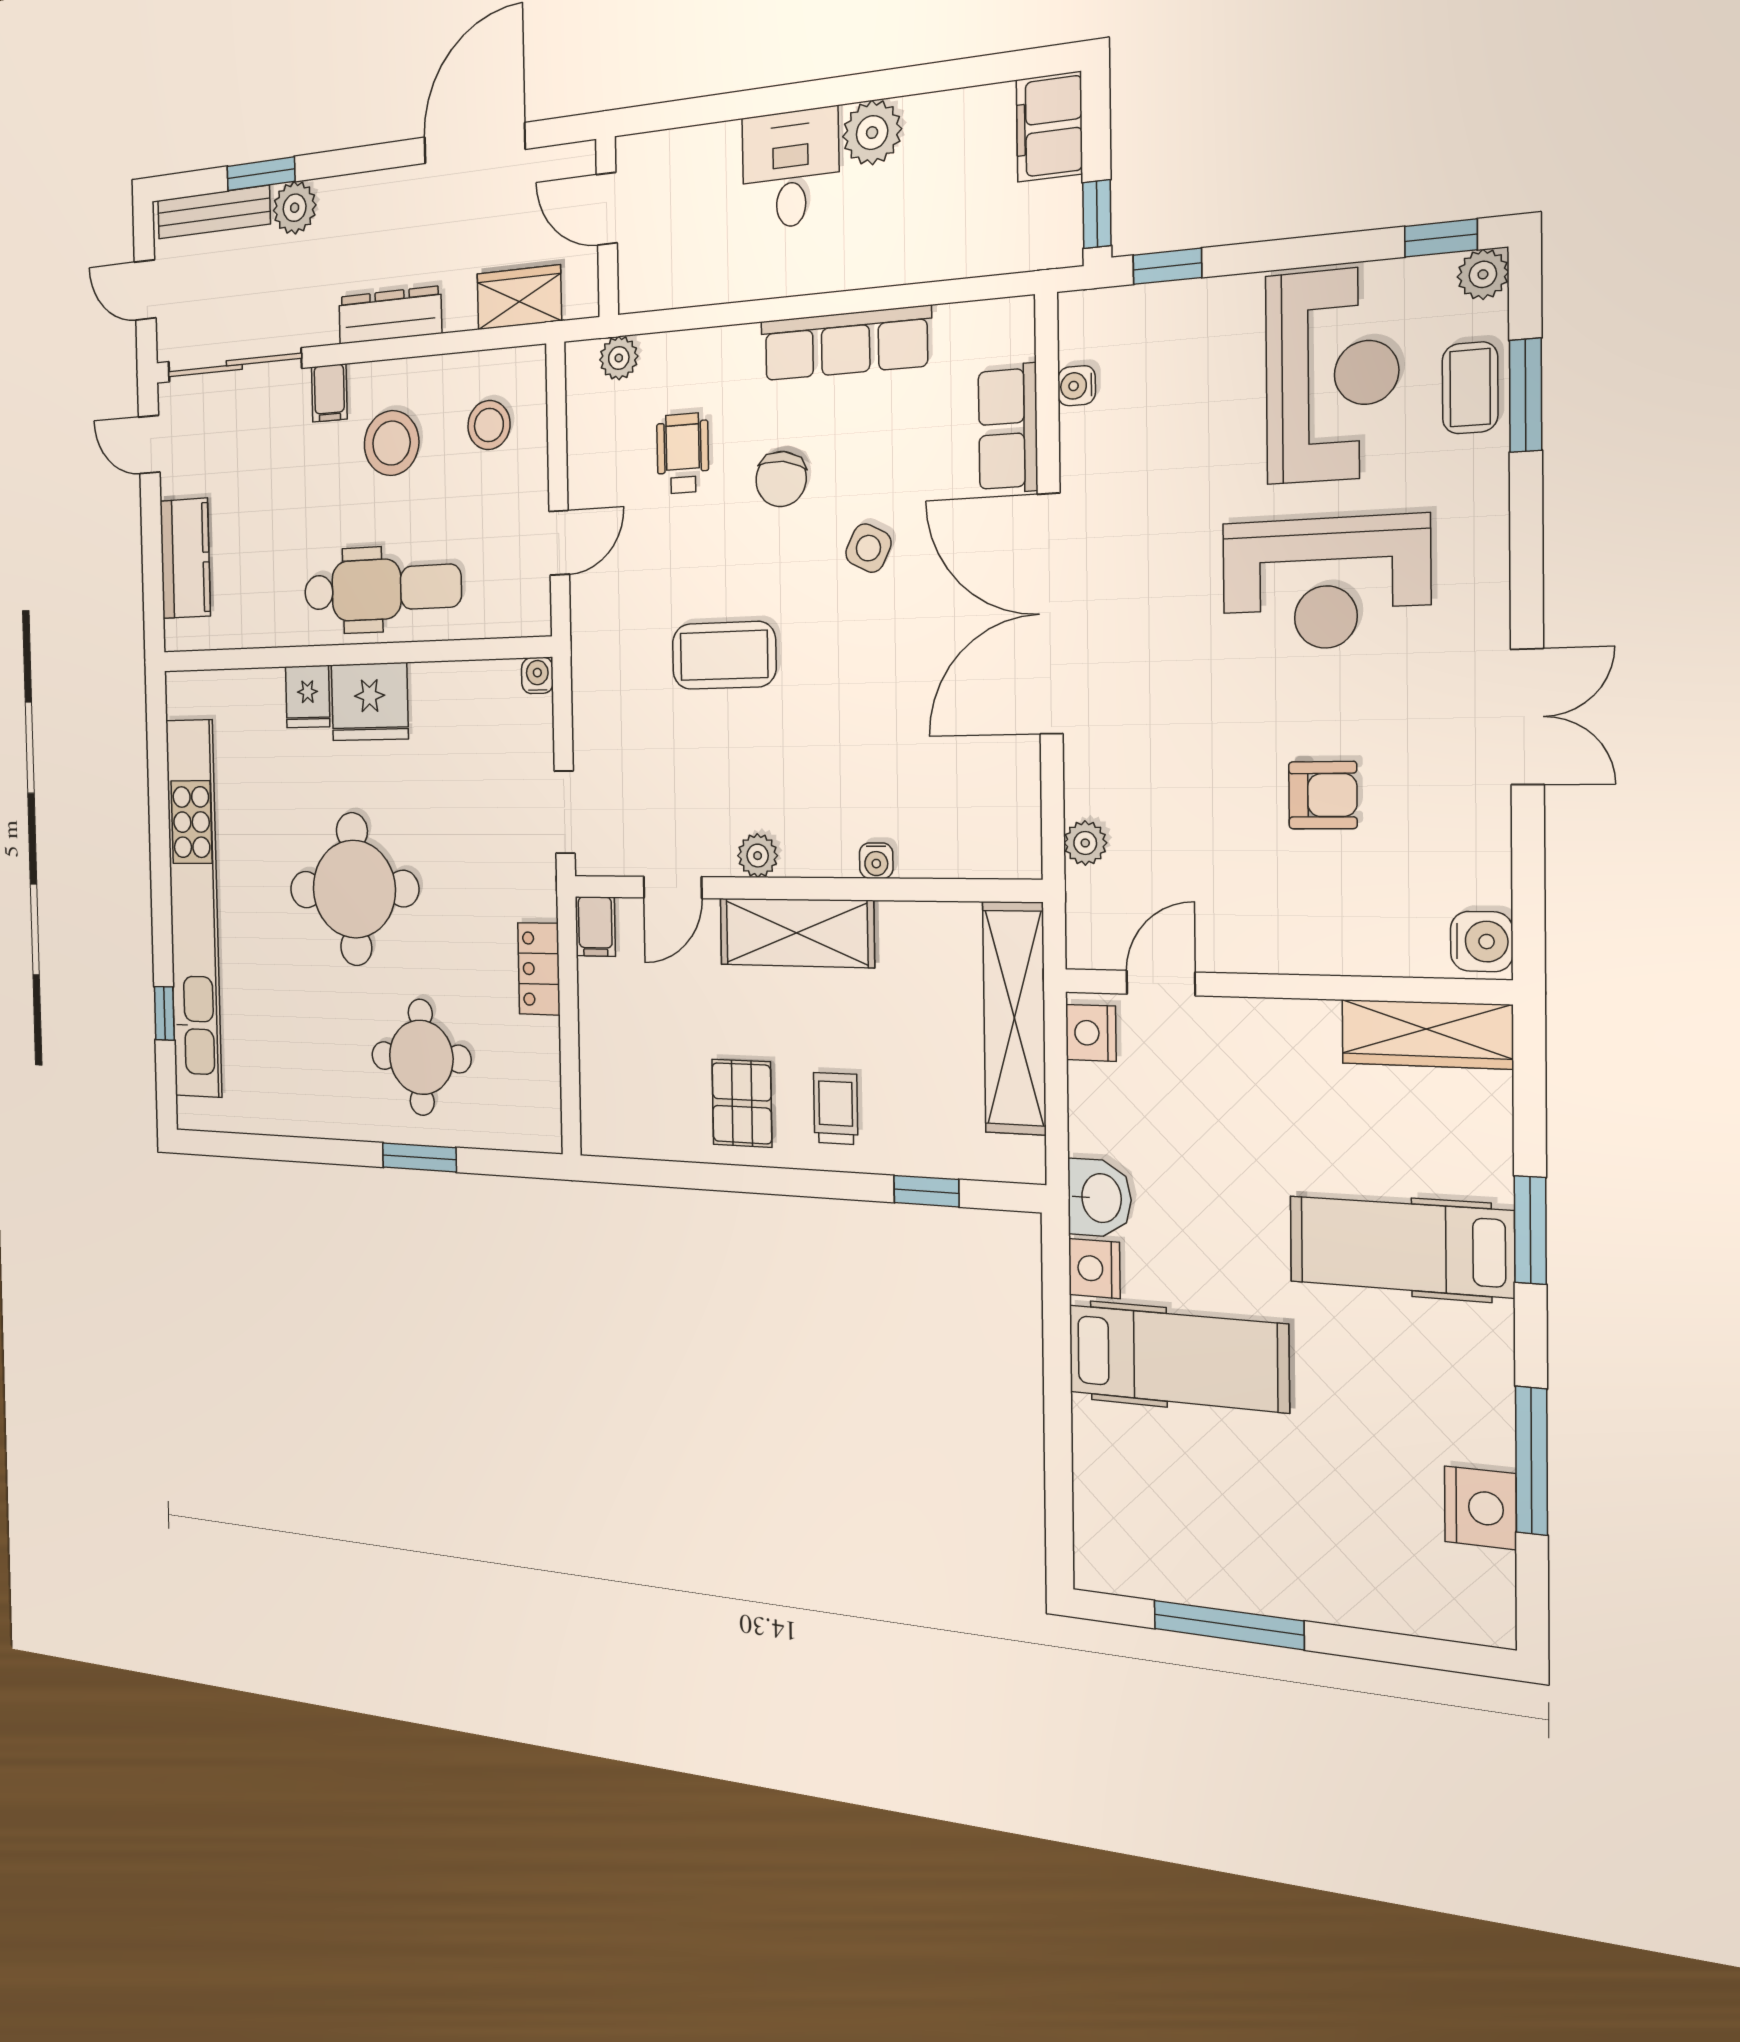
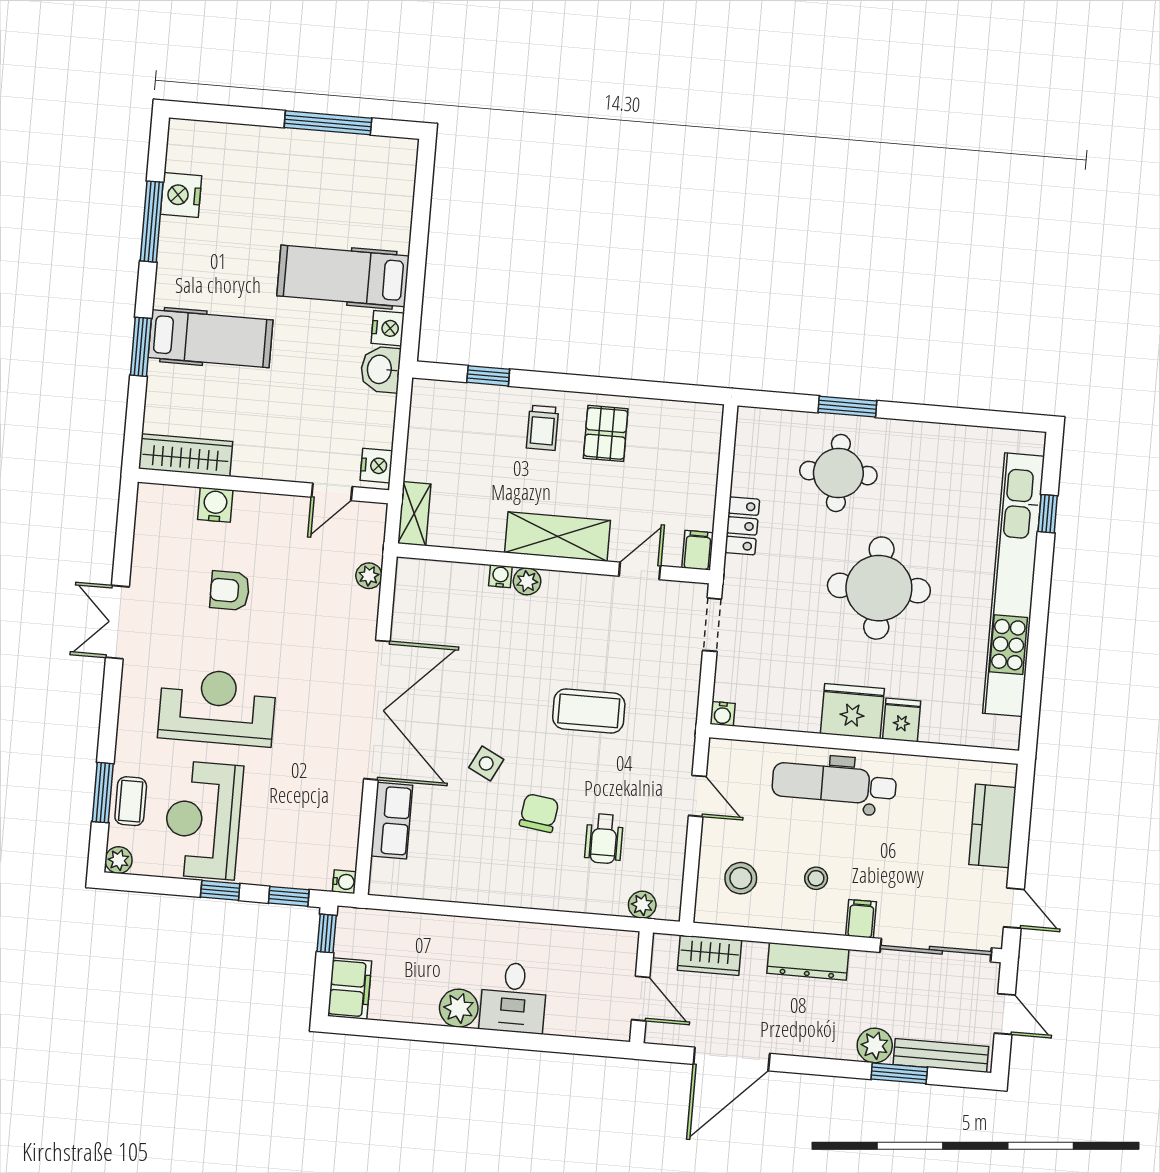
window: (1441, 238) -> (220, 890), moved
row of seats: (845, 343) -> (488, 887), removed
water cooler: (1077, 386) -> (344, 882), moved
stool: (391, 443) -> (816, 878), width x0.53, depth x0.53
door: (559, 543) -> (697, 796), swing flipped
plant: (758, 856) -> (527, 581), moved
water cooler: (1482, 941) -> (215, 505), moved, turned 90
shelving: (1014, 1018) -> (414, 514), width x0.45, depth x0.75

